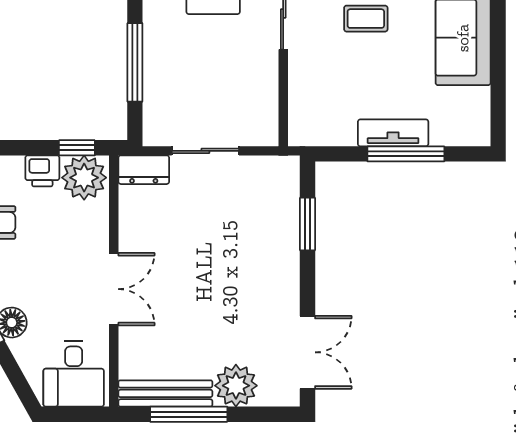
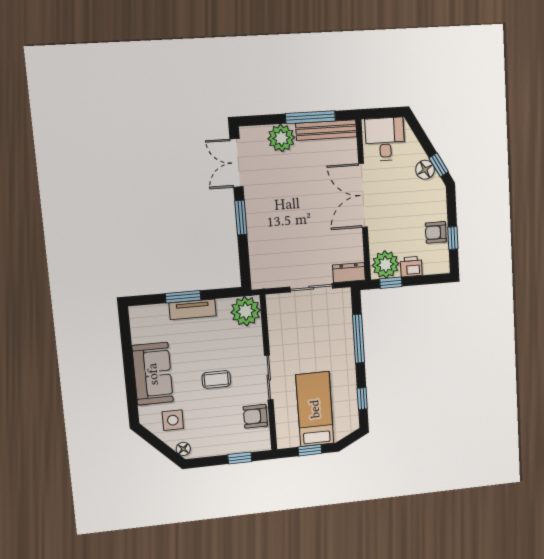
plant: (311, 123) -> (246, 311), added
window: (406, 154) -> (183, 297), width x0.69
window: (307, 224) -> (241, 218), moved
double door: (114, 289) -> (363, 195), width x1.37

